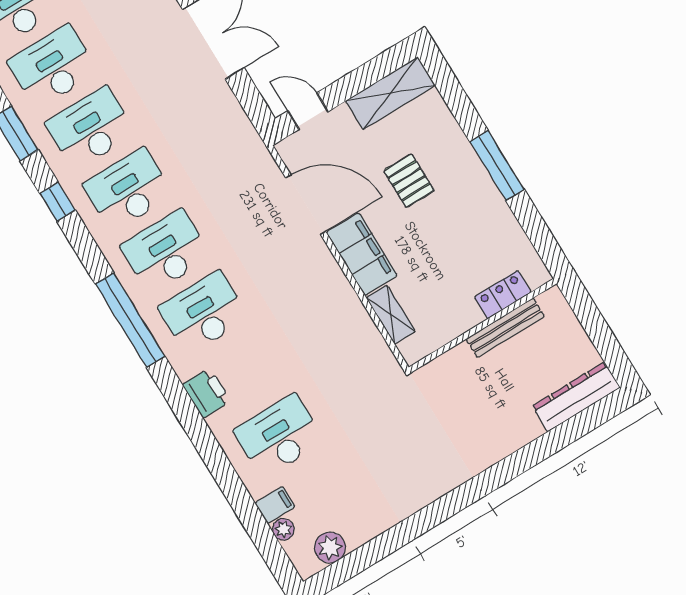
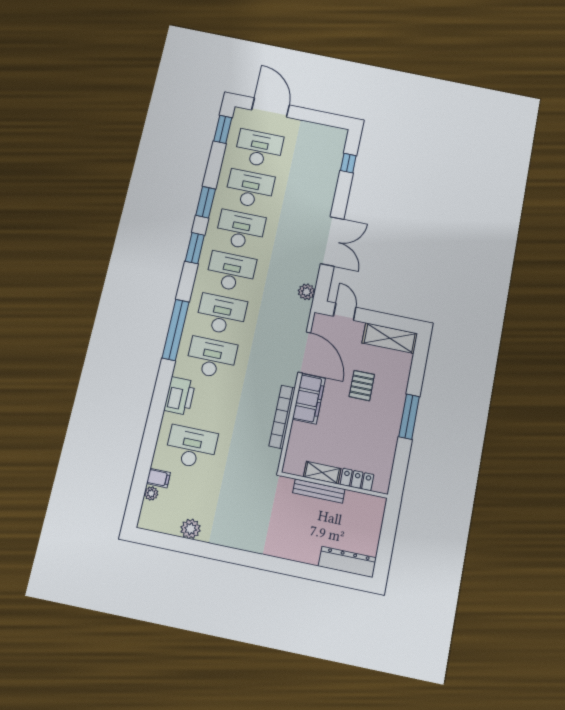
plant: (240, 130) -> (306, 292), added
window: (58, 202) -> (195, 248), width x1.50
bookcase: (350, 304) -> (282, 417), added
shelving: (391, 315) -> (322, 473), moved, turned 90
bench: (505, 328) -> (319, 491), moved
printer: (207, 393) -> (180, 396), width x1.37, depth x1.19
plant: (330, 547) -> (191, 529), moved

